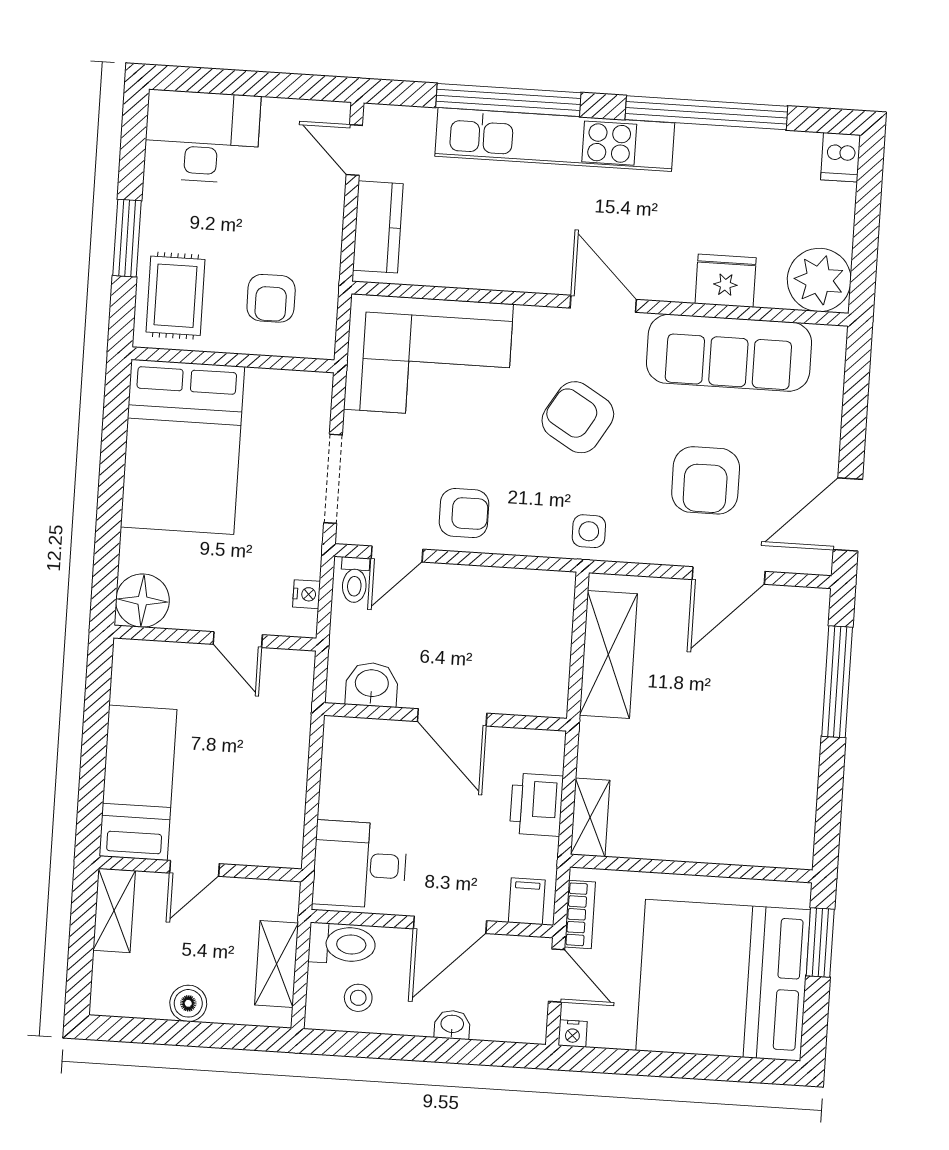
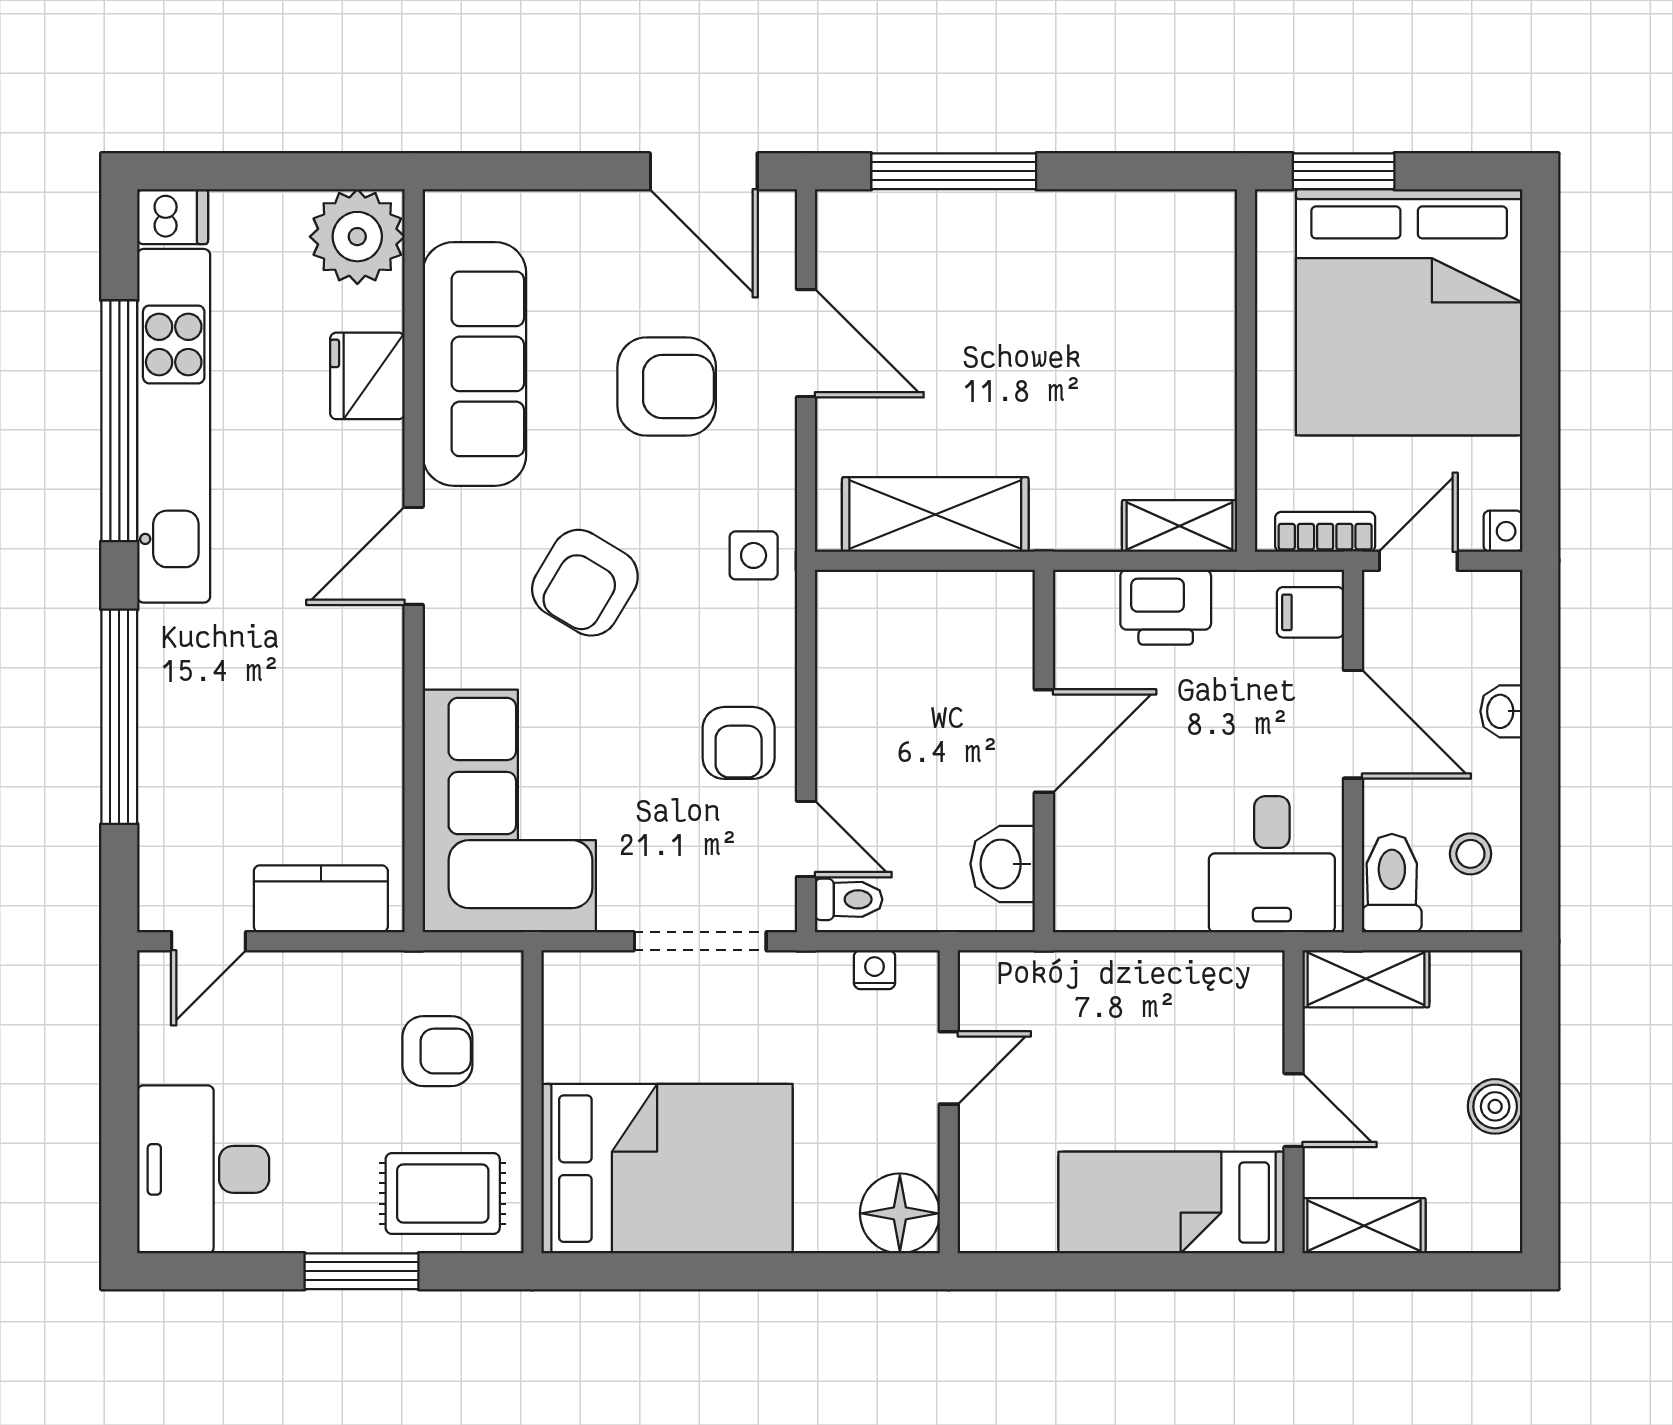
kitchen unit: (555, 140) -> (174, 426), moved
armchair: (464, 513) -> (739, 743), turned 180
shelving: (277, 964) -> (1366, 979), moved

